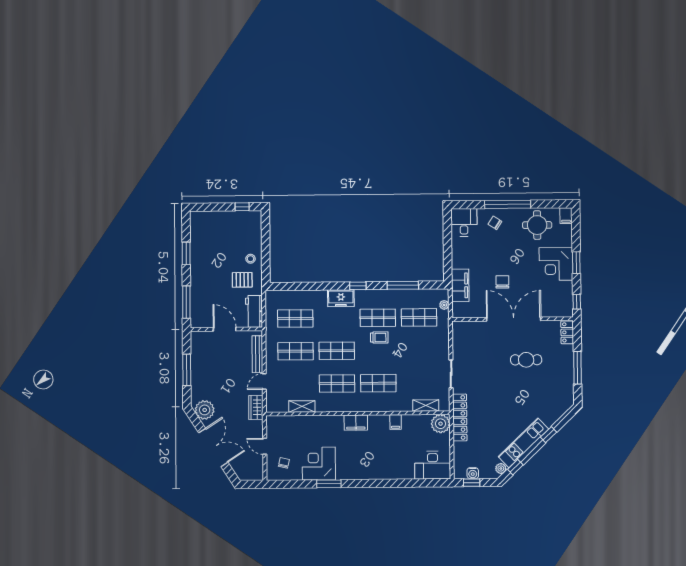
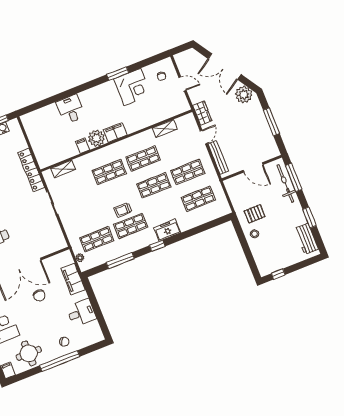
desk: (464, 222) -> (81, 313), moved, turned -90
bicycle: (197, 299) -> (285, 183), added
workbench: (254, 311) -> (306, 239), moved, turned 180
plant: (441, 424) -> (96, 138), moved
desk: (433, 465) -> (71, 109), moved, width x0.73

